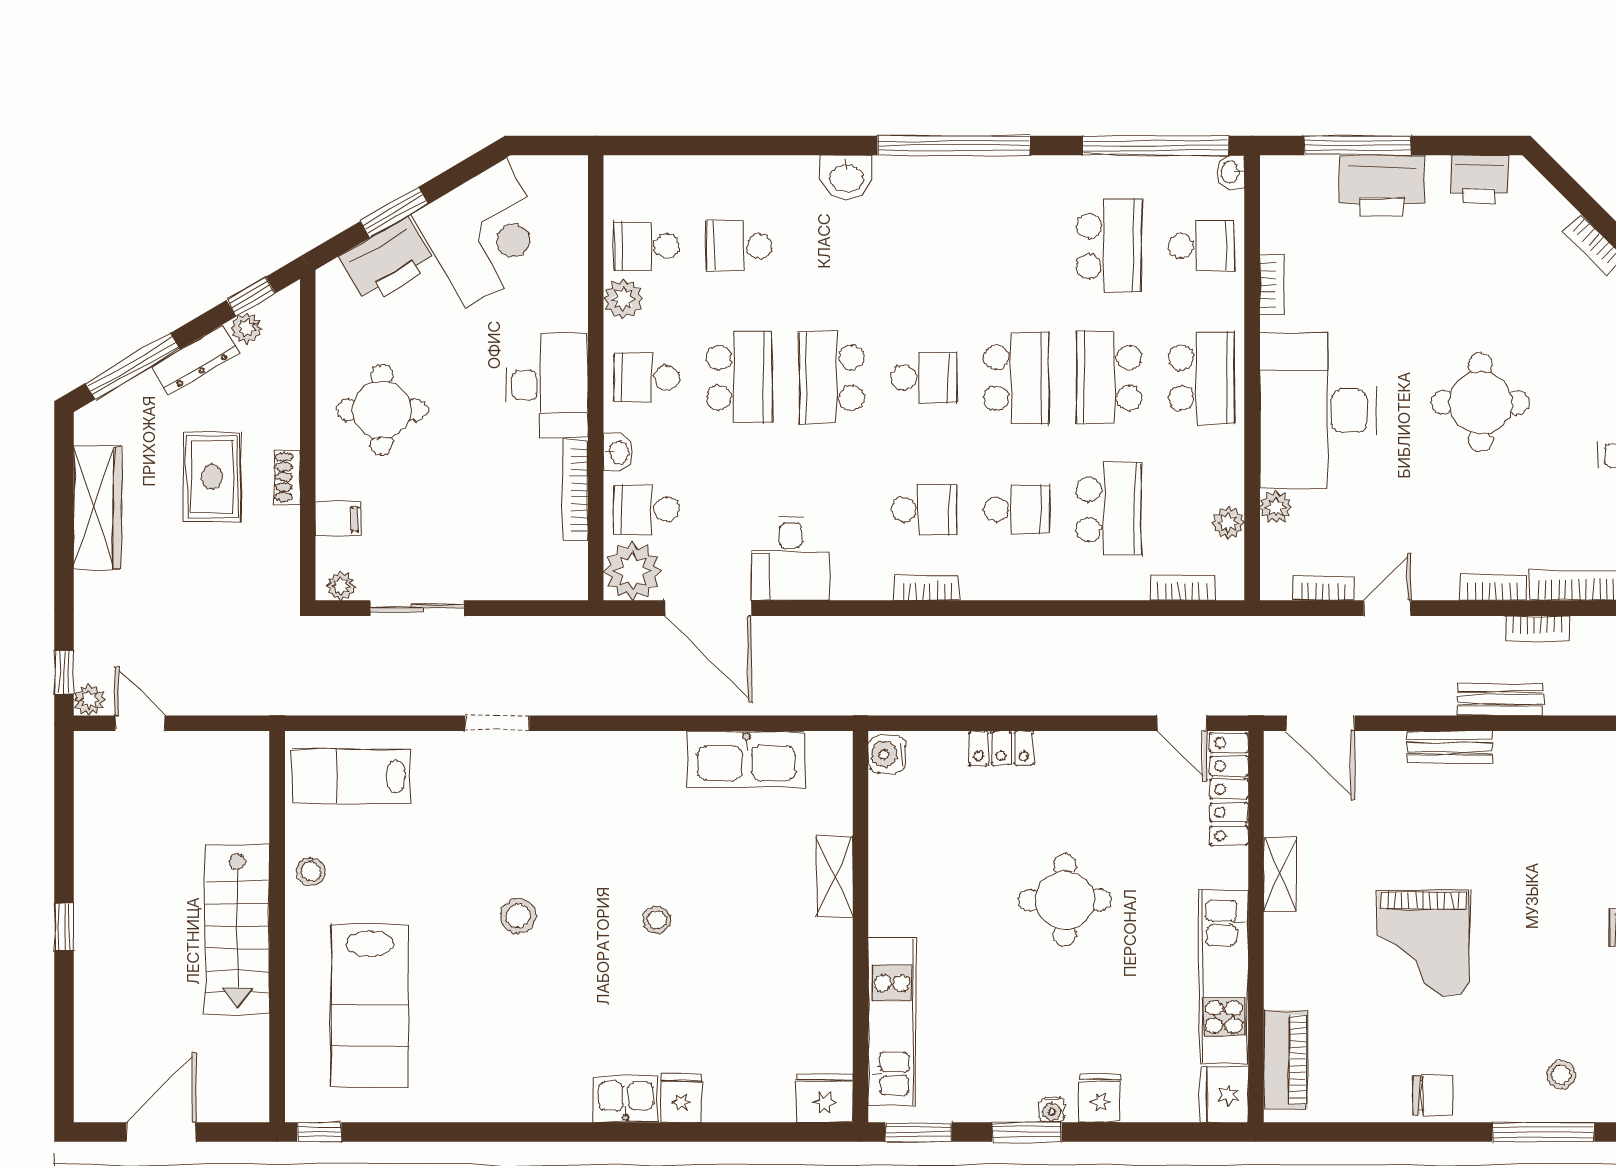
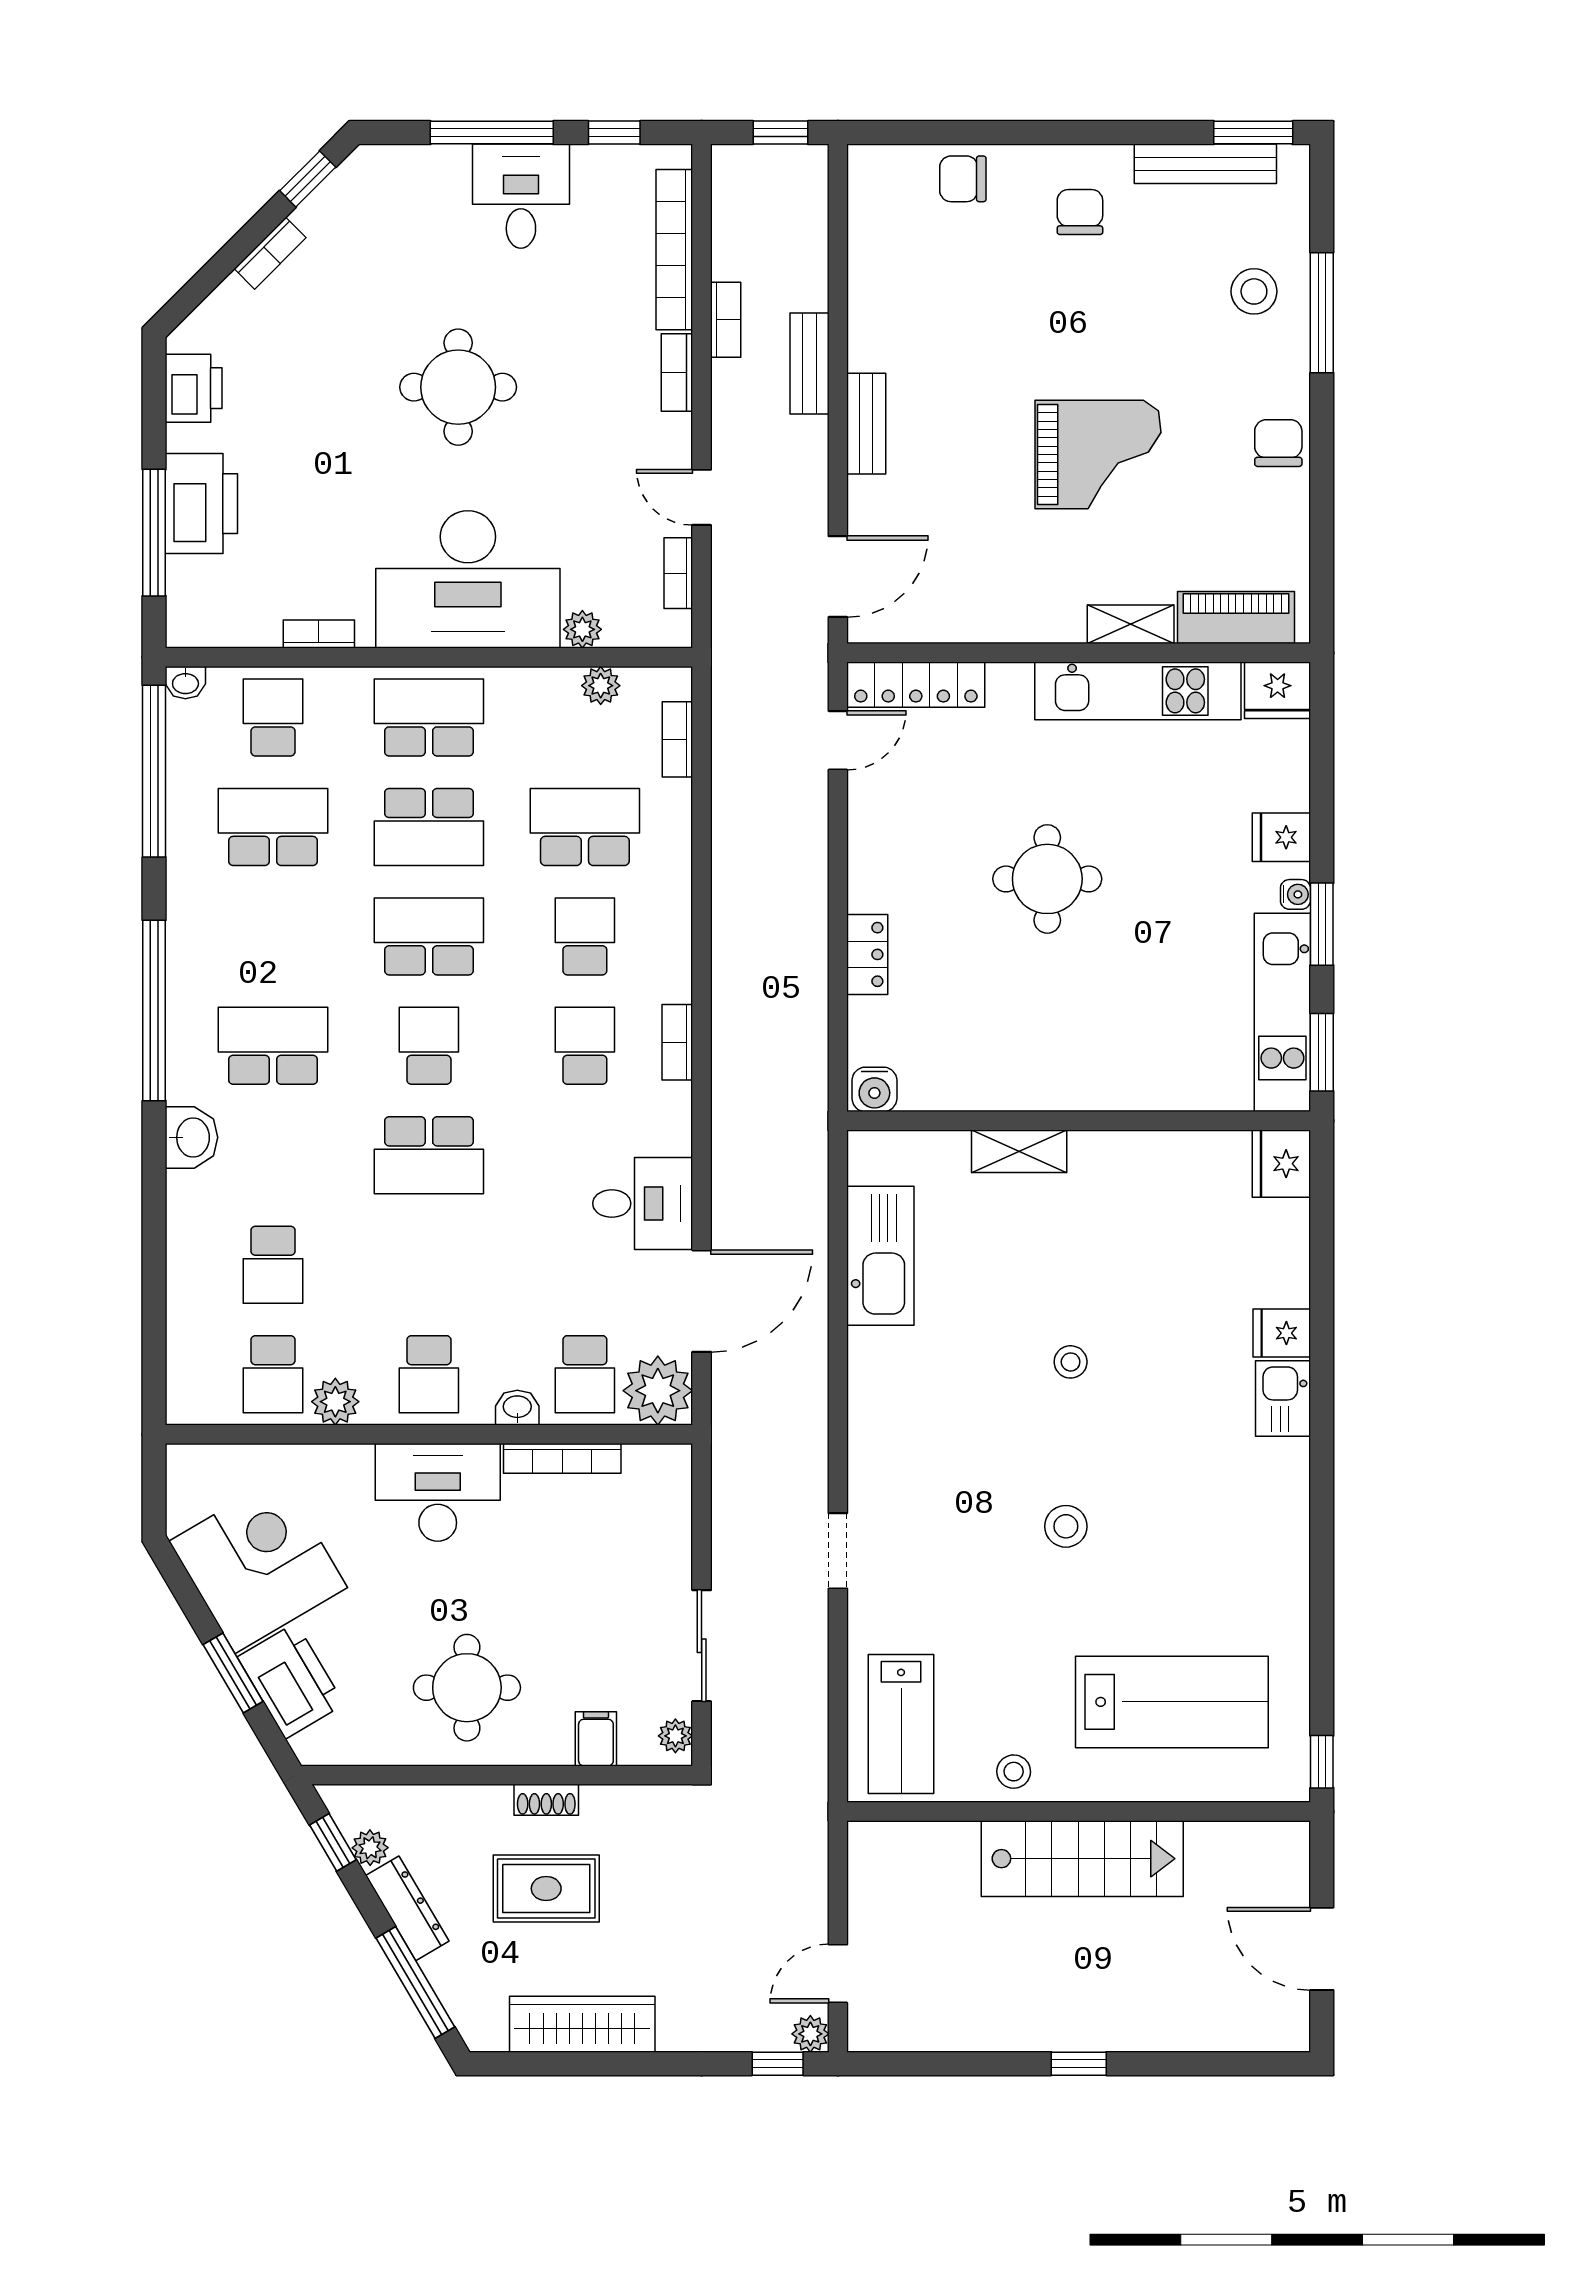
school desk: (739, 378) -> (273, 1046), moved
shelving: (1280, 874) -> (1131, 624), moved
kitchen unit: (892, 1022) -> (1282, 1012), moved, turned -90
stool: (1561, 1075) -> (1254, 291), width x1.37, depth x1.37

